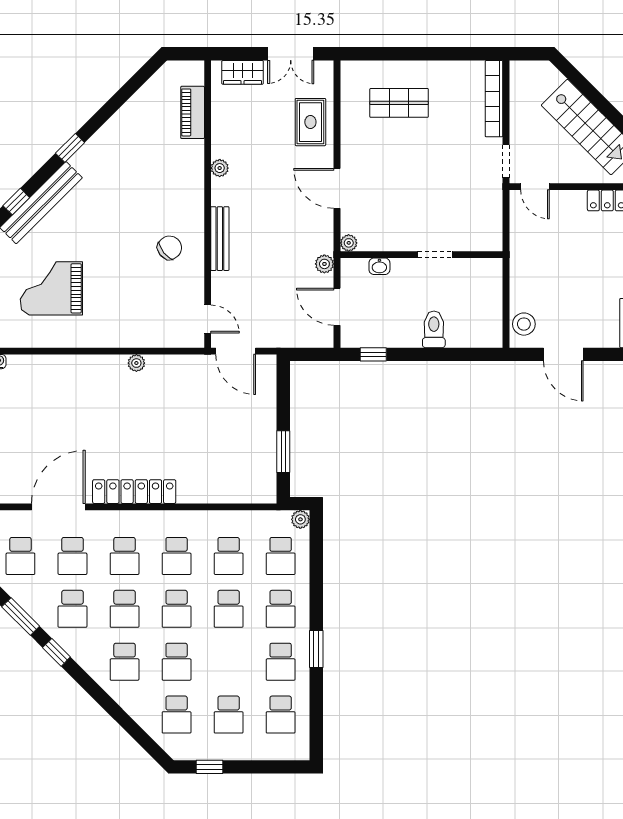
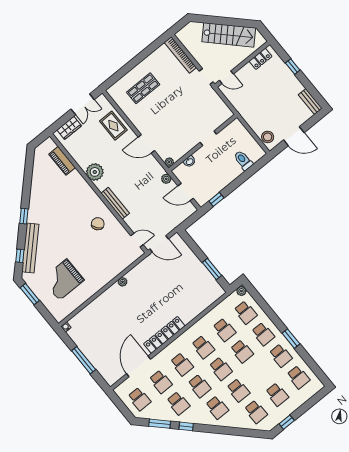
plant: (220, 168) -> (95, 172), width x1.88, depth x1.88
toilet: (434, 329) -> (243, 160), moved

